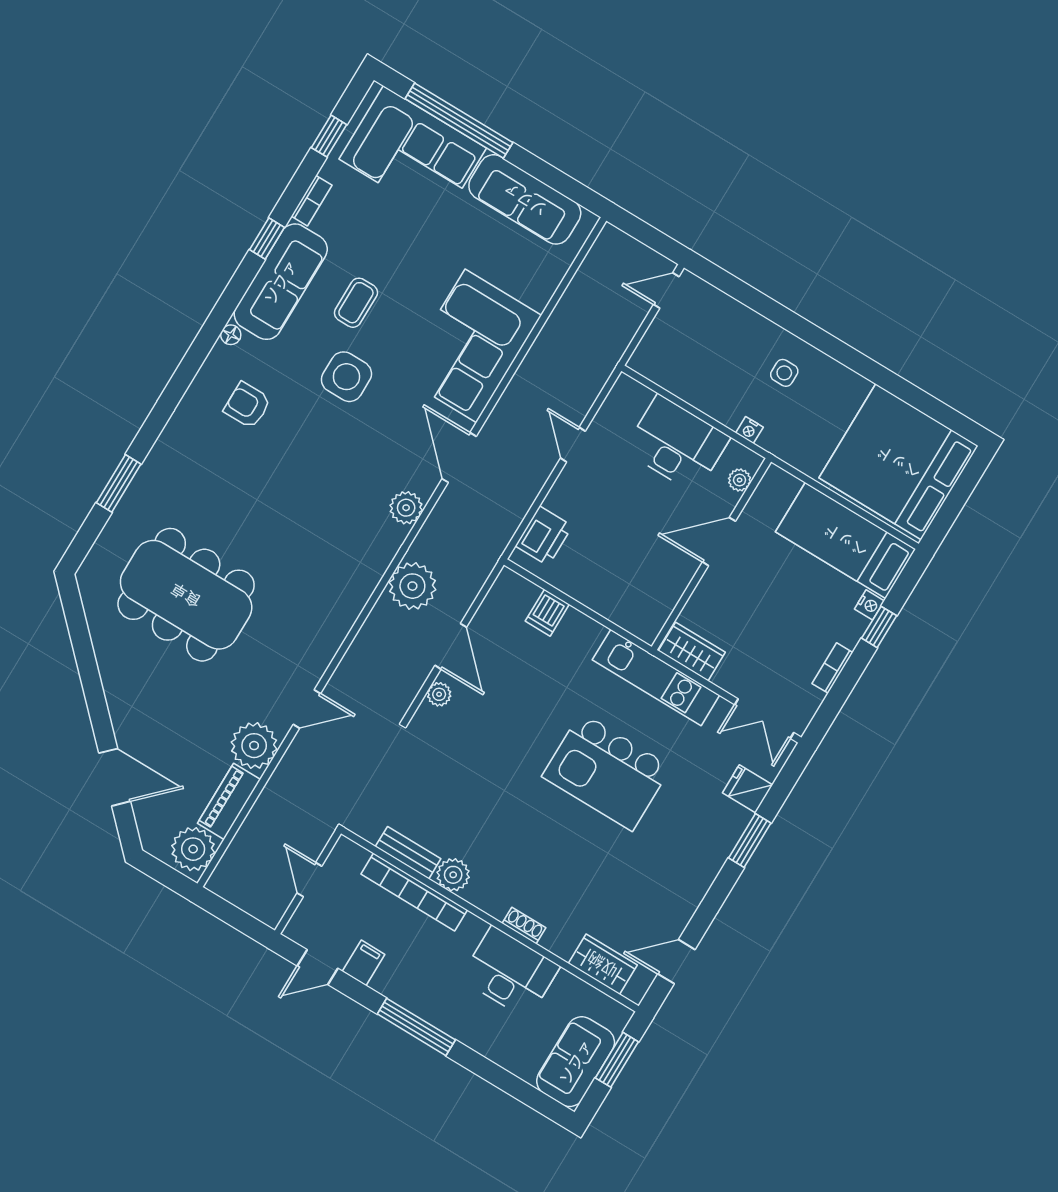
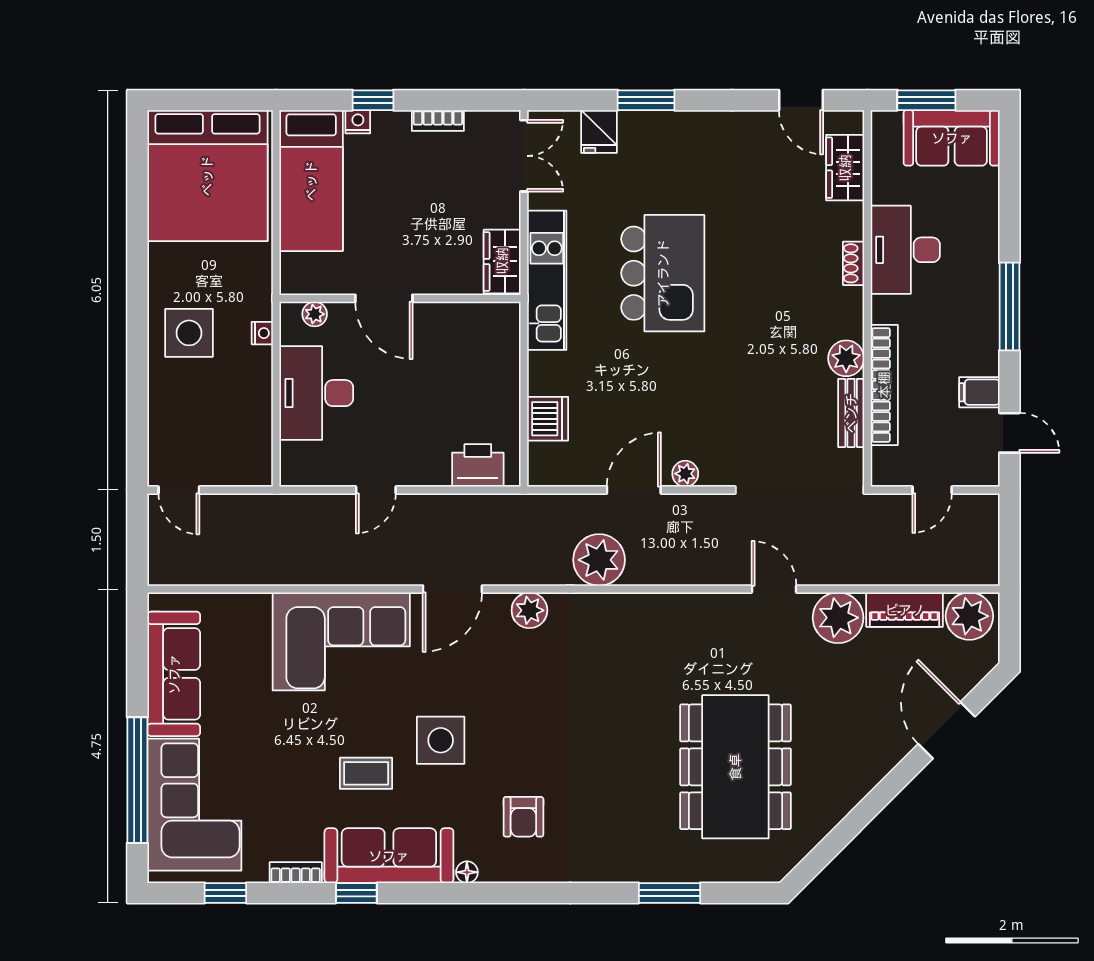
side table: (784, 373) -> (189, 333), width x1.87, depth x1.87
dishwasher: (547, 613) -> (548, 419), width x1.38

